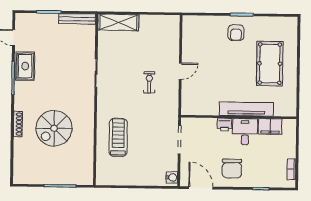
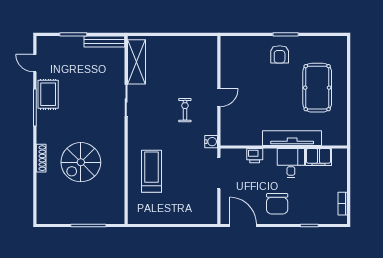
shelving: (118, 22) -> (137, 62), moved, turned 90
printer: (225, 125) -> (255, 156), moved
water cooler: (172, 177) -> (211, 142), moved

